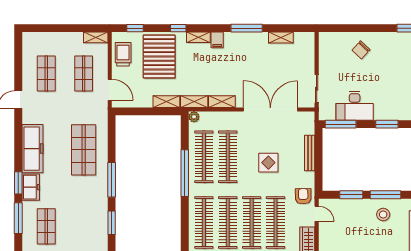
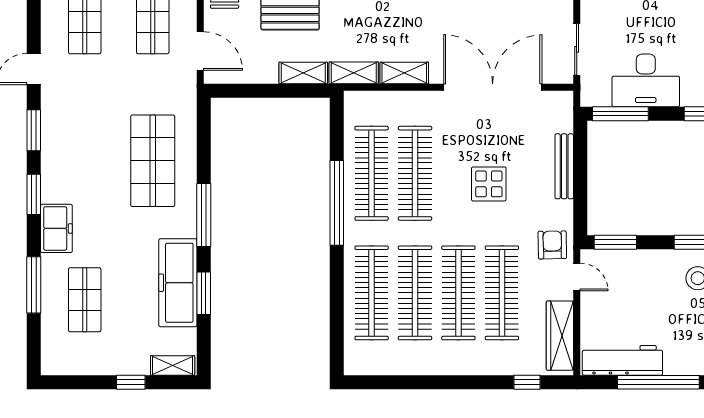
plant: (194, 117) -> (353, 101), removed
window: (18, 133) -> (34, 130), added
freezer: (32, 149) -> (178, 283), moved, turned 180
window: (18, 183) -> (34, 194), moved
window: (351, 195) -> (615, 242), moved

